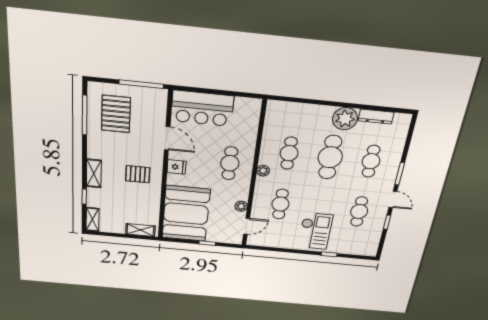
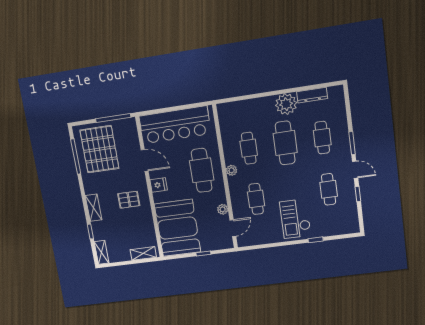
bar counter: (202, 108) -> (175, 125), width x1.36
pallet: (116, 114) -> (99, 149), width x1.37, depth x1.41
cafe table: (230, 163) -> (202, 170), width x1.37, depth x1.35
checkout: (315, 231) -> (295, 219), turned 180

